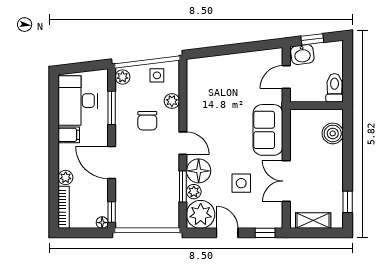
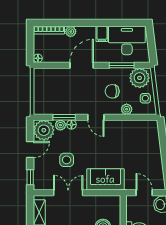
plant: (123, 77) -> (140, 78), width x1.88, depth x1.88
door: (183, 143) -> (96, 117), hinge flipped
floor lamp: (199, 171) -> (71, 125), width x0.53, depth x0.53
window: (112, 212) -> (46, 65), removed

